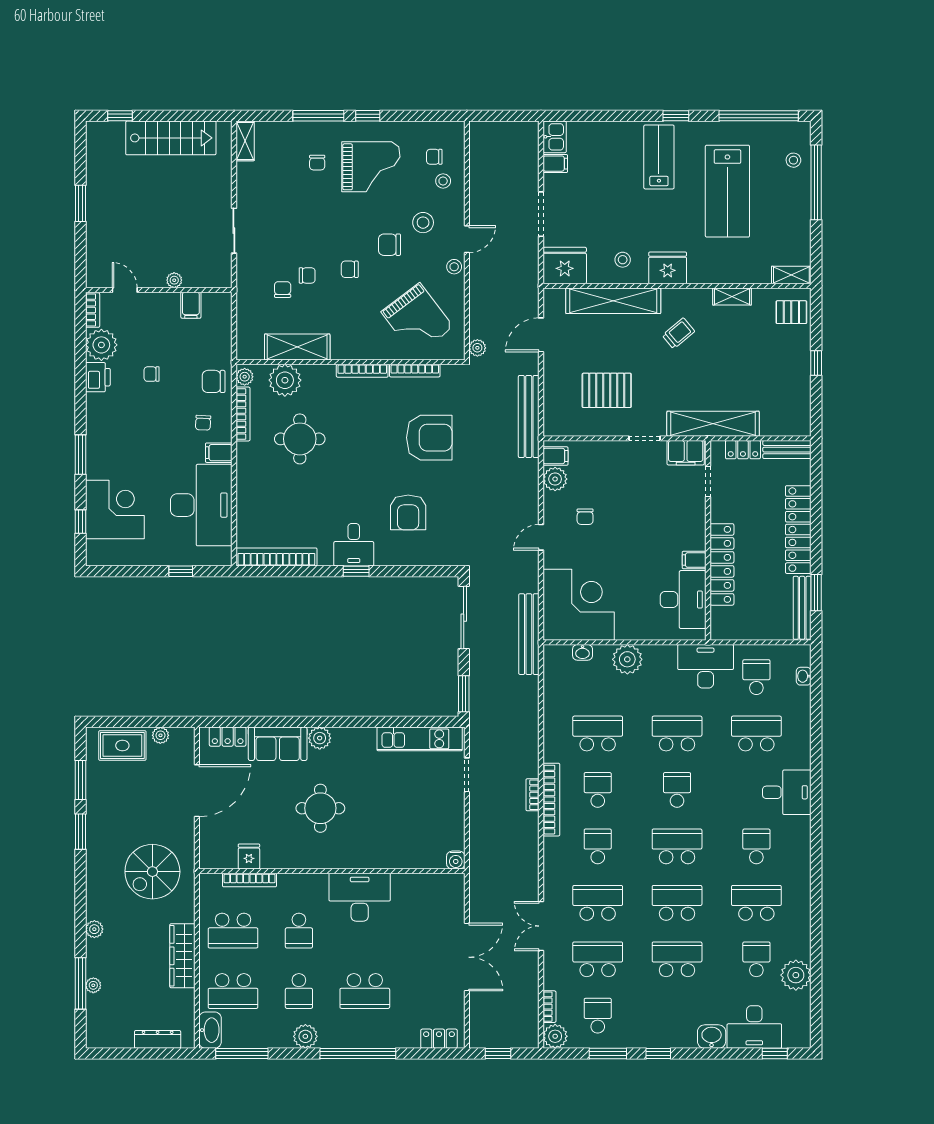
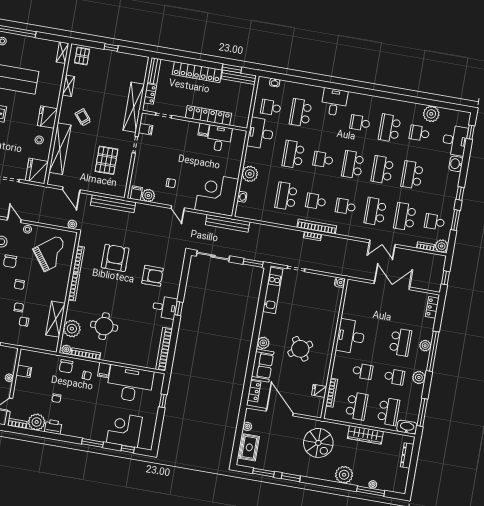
filing cabinet: (686, 453) -> (146, 129), width x0.50
desk: (683, 600) -> (219, 138), width x0.73
round table: (320, 808) -> (300, 349), turned -35
plant: (94, 929) -> (344, 475), width x1.88, depth x1.88
plant: (366, 1038) -> (425, 346), added

